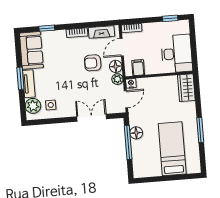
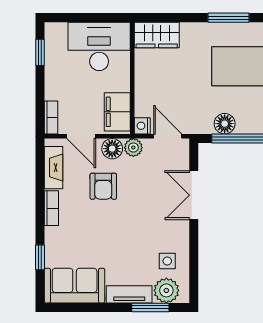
filing cabinet: (138, 68) -> (117, 112), width x2.00
window: (20, 78) -> (150, 307), moved

